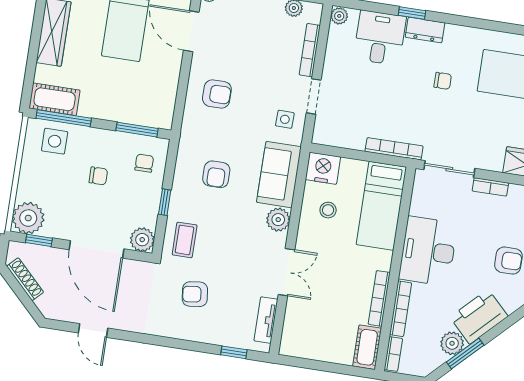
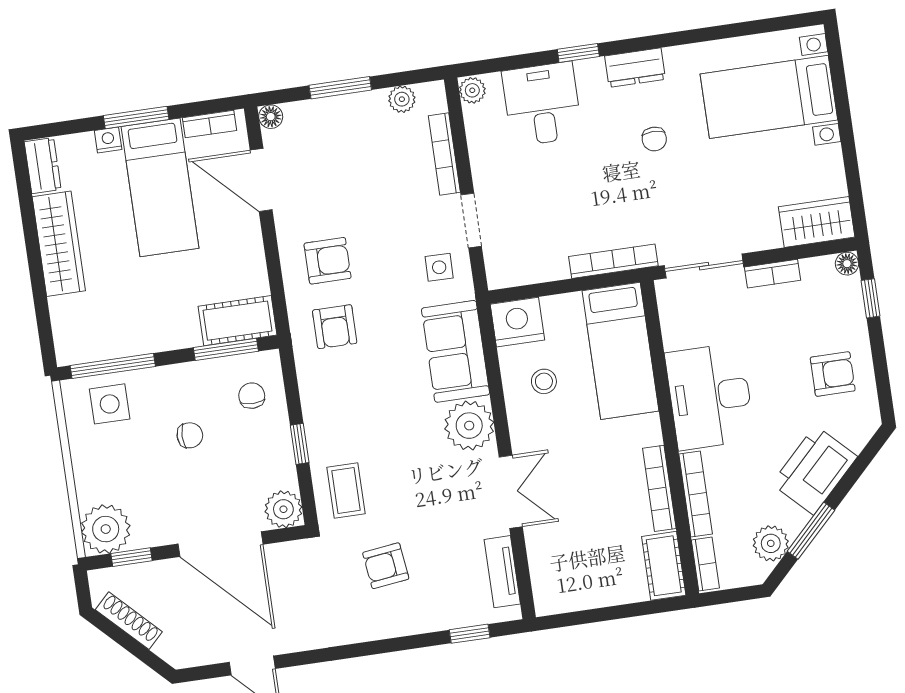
dresser: (425, 30) -> (635, 68), moved
chair: (443, 81) -> (654, 139), turned 90
cot: (55, 99) -> (238, 321), moved
armchair: (216, 174) -> (335, 327), moved
plant: (278, 220) -> (469, 426), width x1.36, depth x1.36
plant: (452, 343) -> (771, 543), moved

